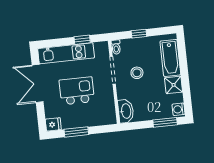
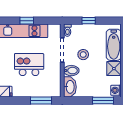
window: (82, 40) -> (27, 21), moved
bidet: (125, 92) -> (71, 71), added
window: (76, 132) -> (41, 100), moved

